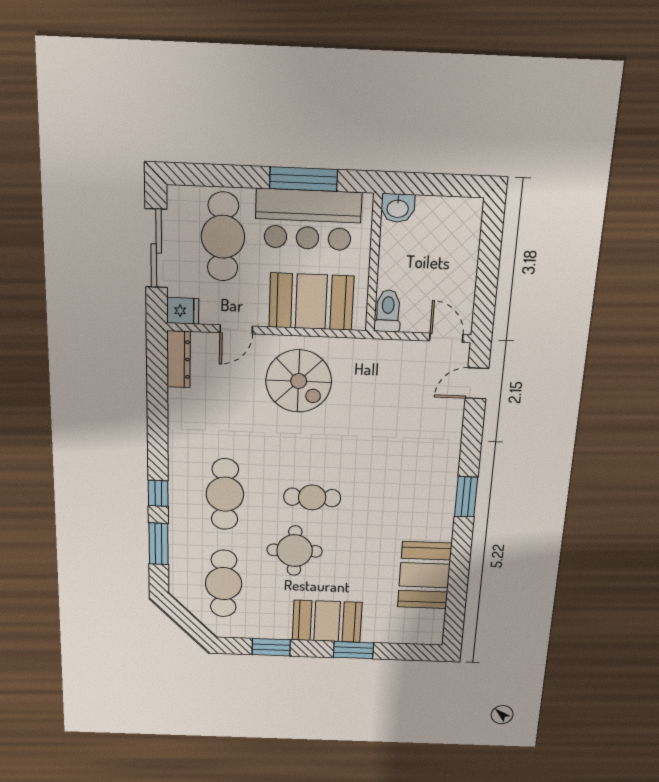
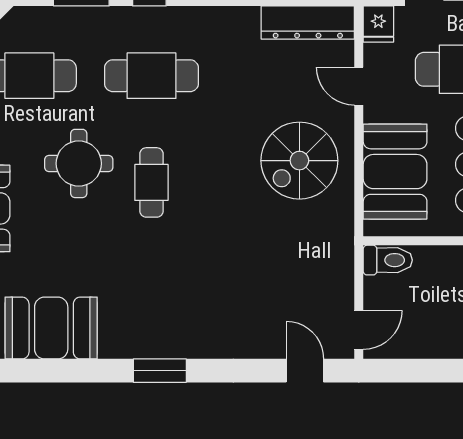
dresser: (179, 359) -> (308, 23), width x1.37, depth x1.24

